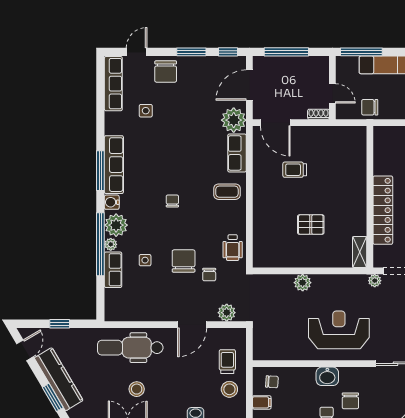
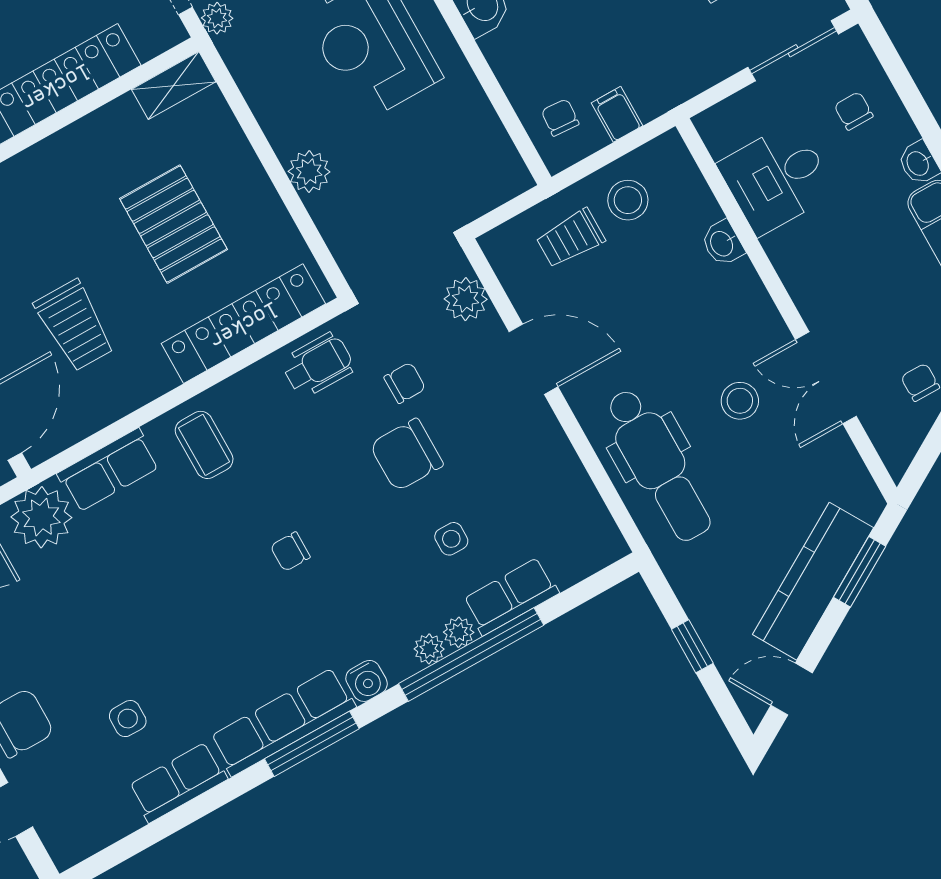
row of seats: (113, 84) -> (178, 782), moved, width x0.68
trolley: (295, 170) -> (75, 325), width x1.36, depth x1.39
plant: (116, 225) -> (429, 649), width x0.53, depth x0.53
pallet: (311, 225) -> (174, 224), width x1.50, depth x1.42
locker: (262, 229) -> (243, 324), added

